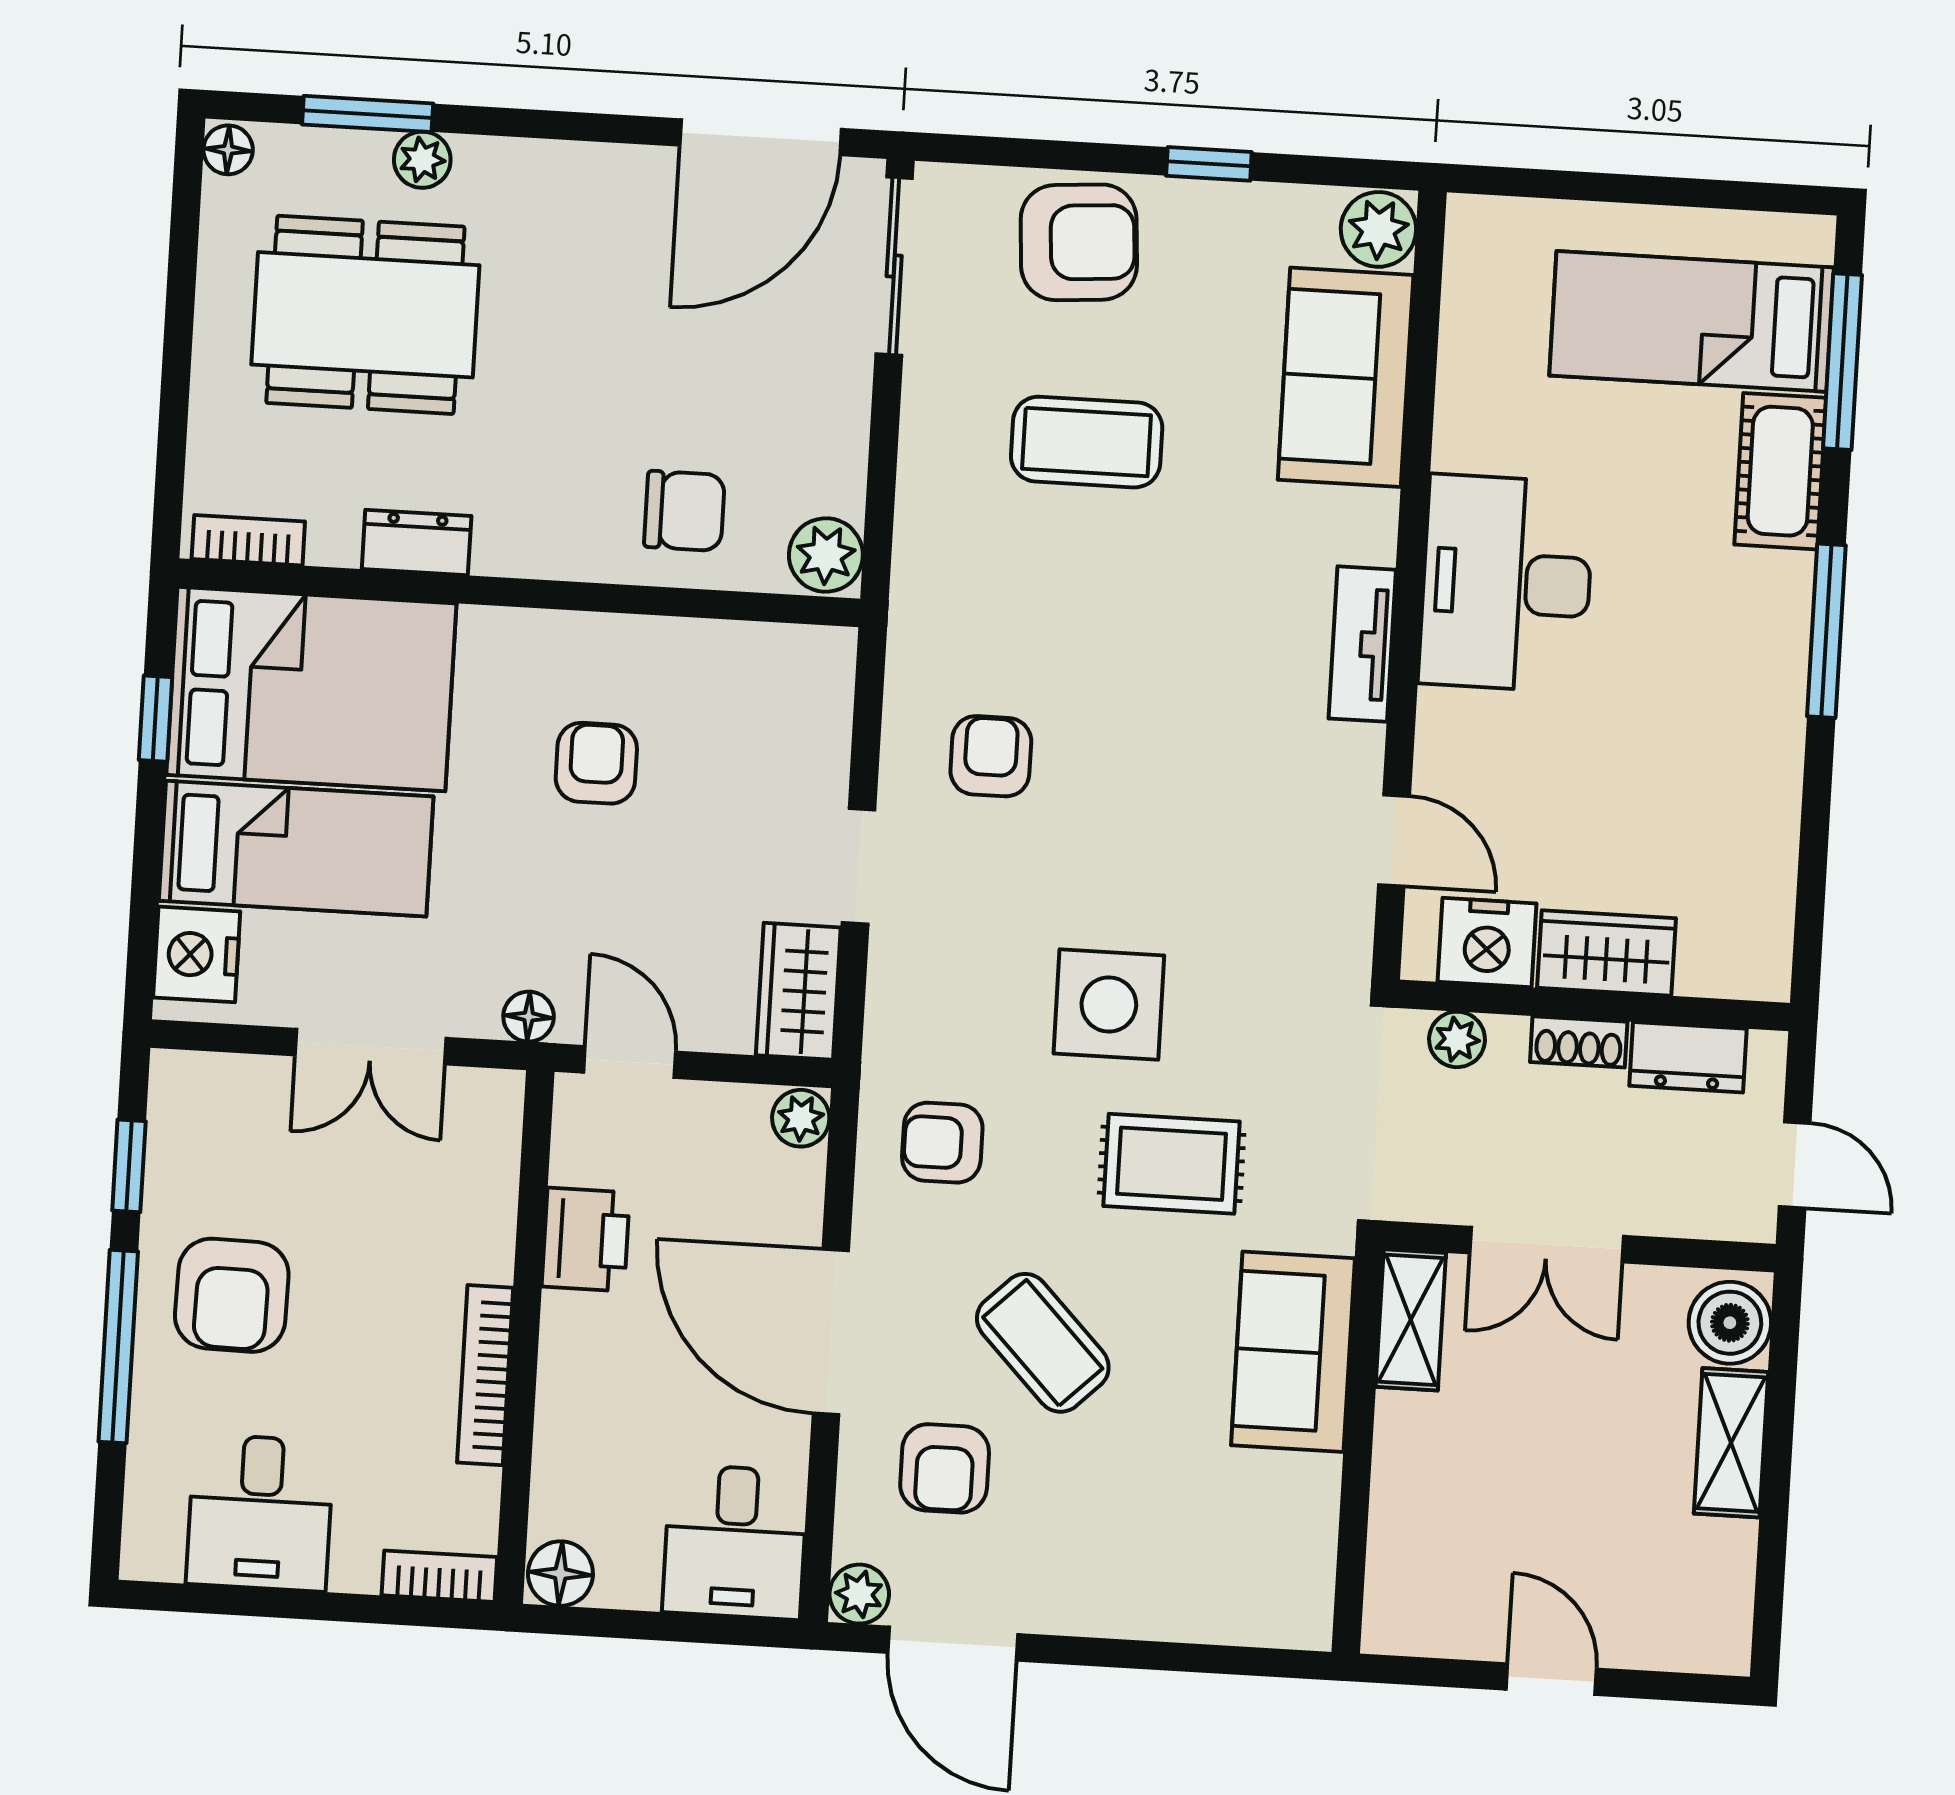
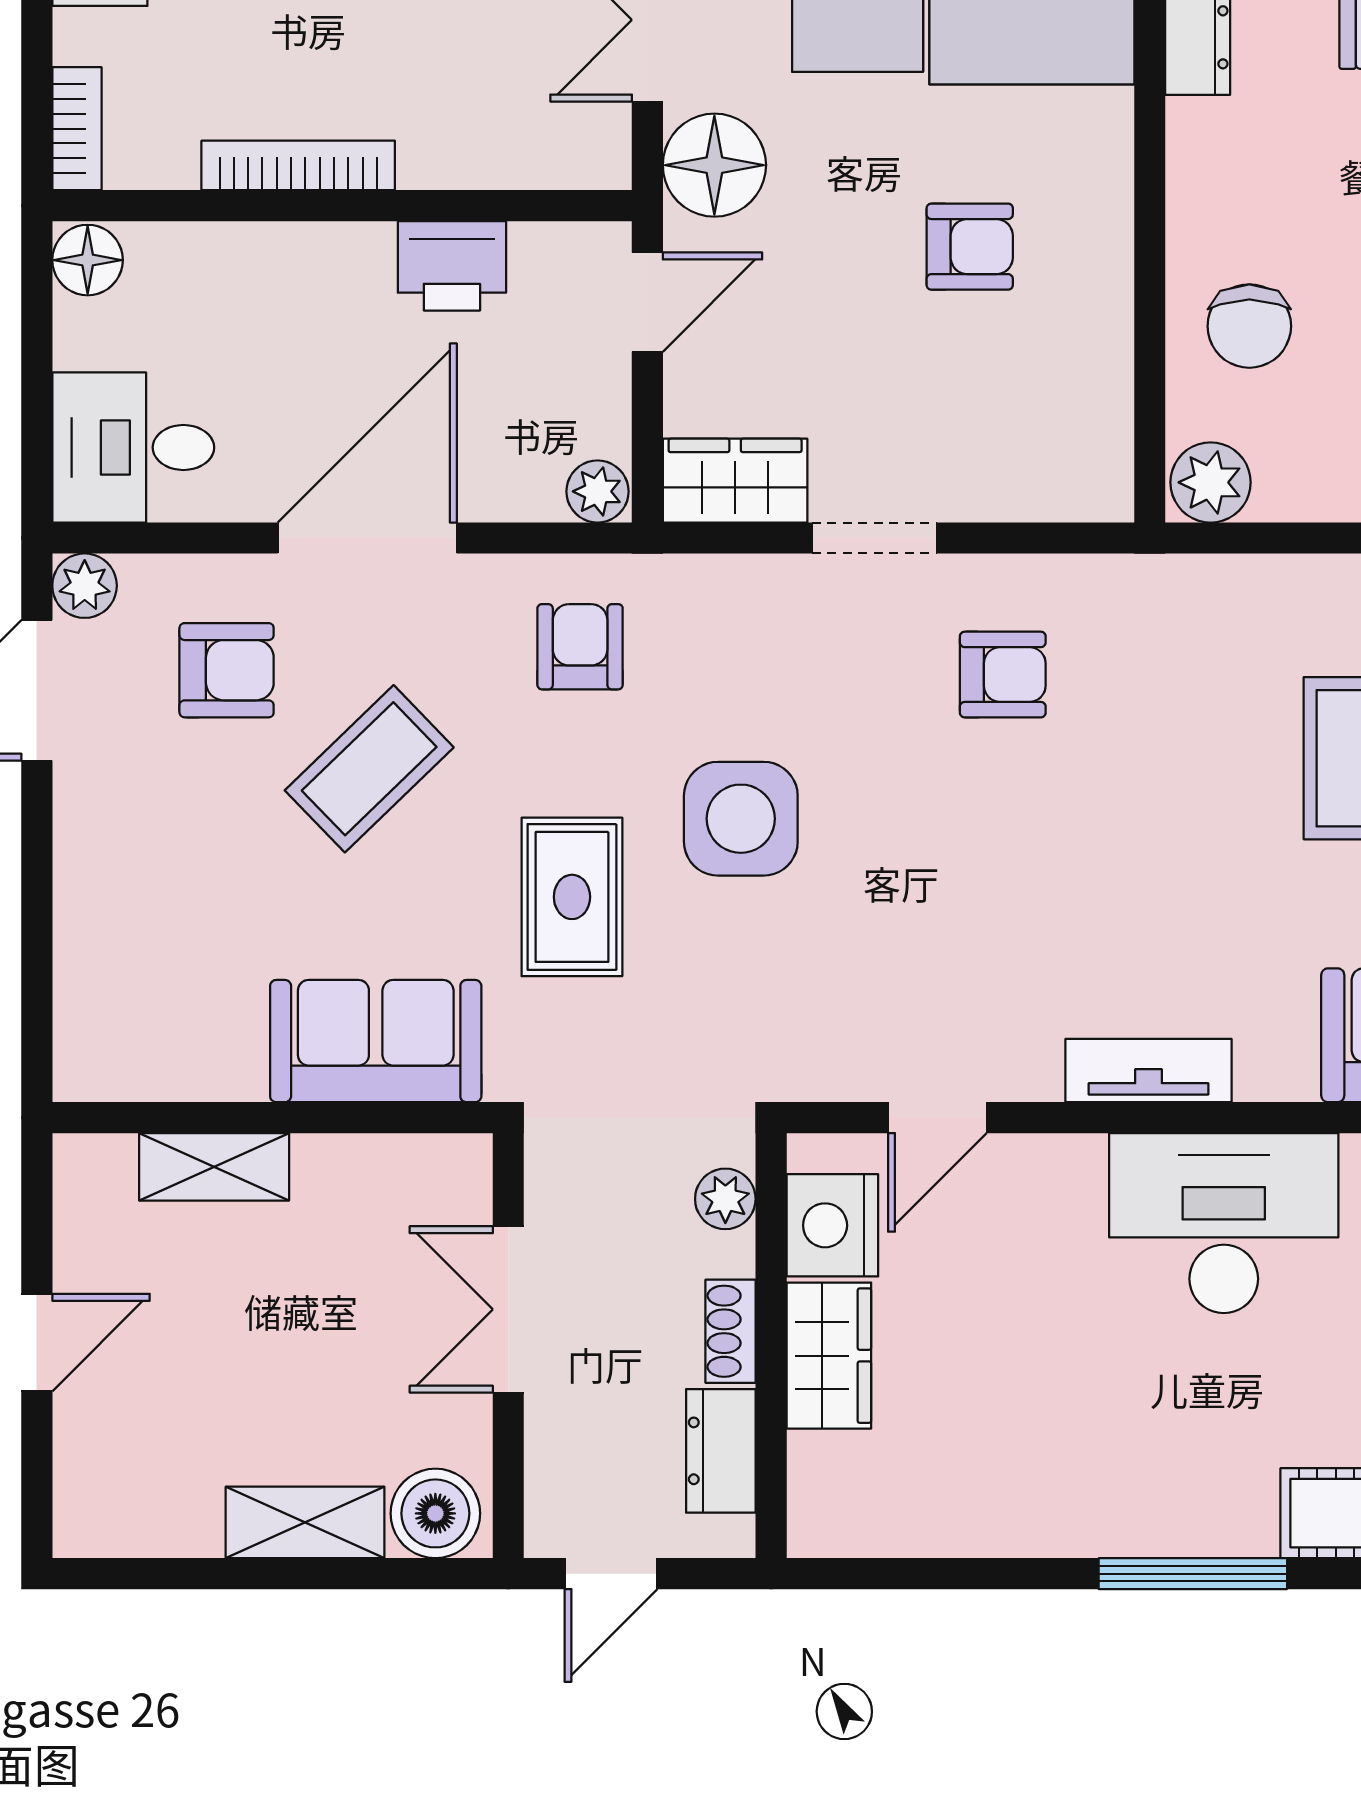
floor lamp: (529, 1017) -> (714, 165), width x1.89, depth x1.89
shelving: (1411, 1320) -> (214, 1167), moved
armchair: (945, 1468) -> (227, 670), turned 180

